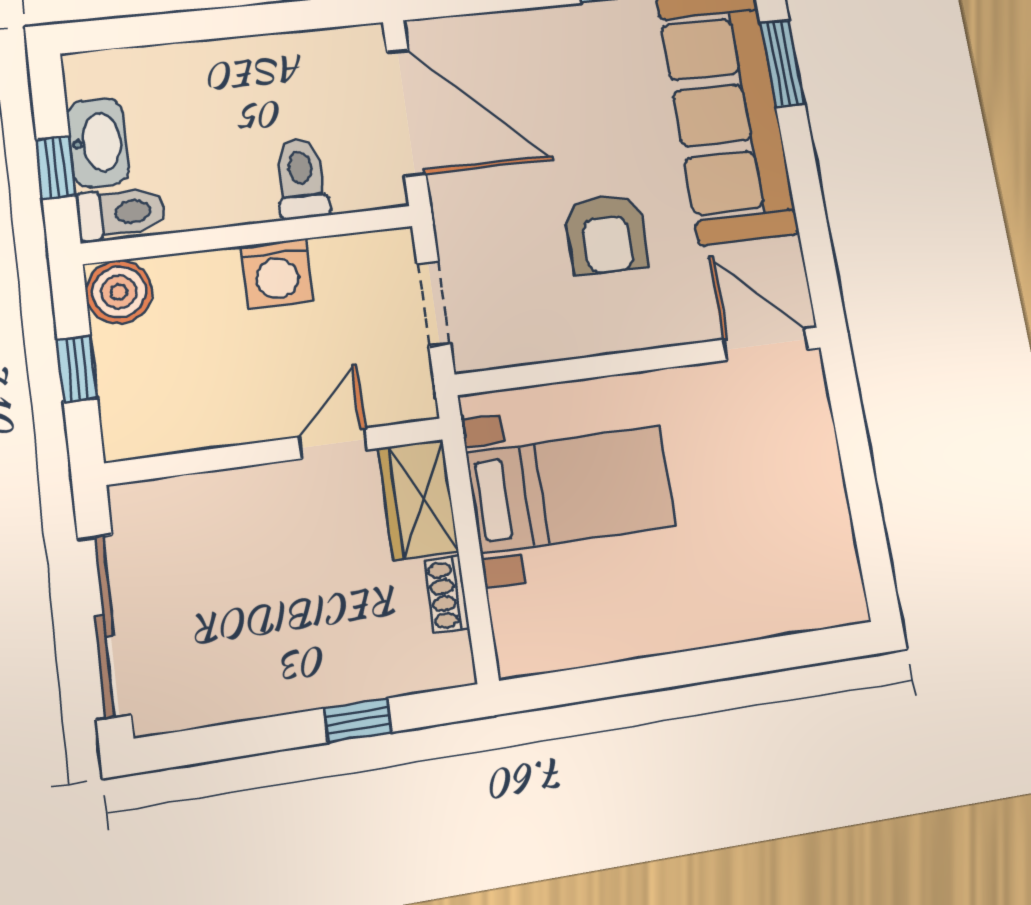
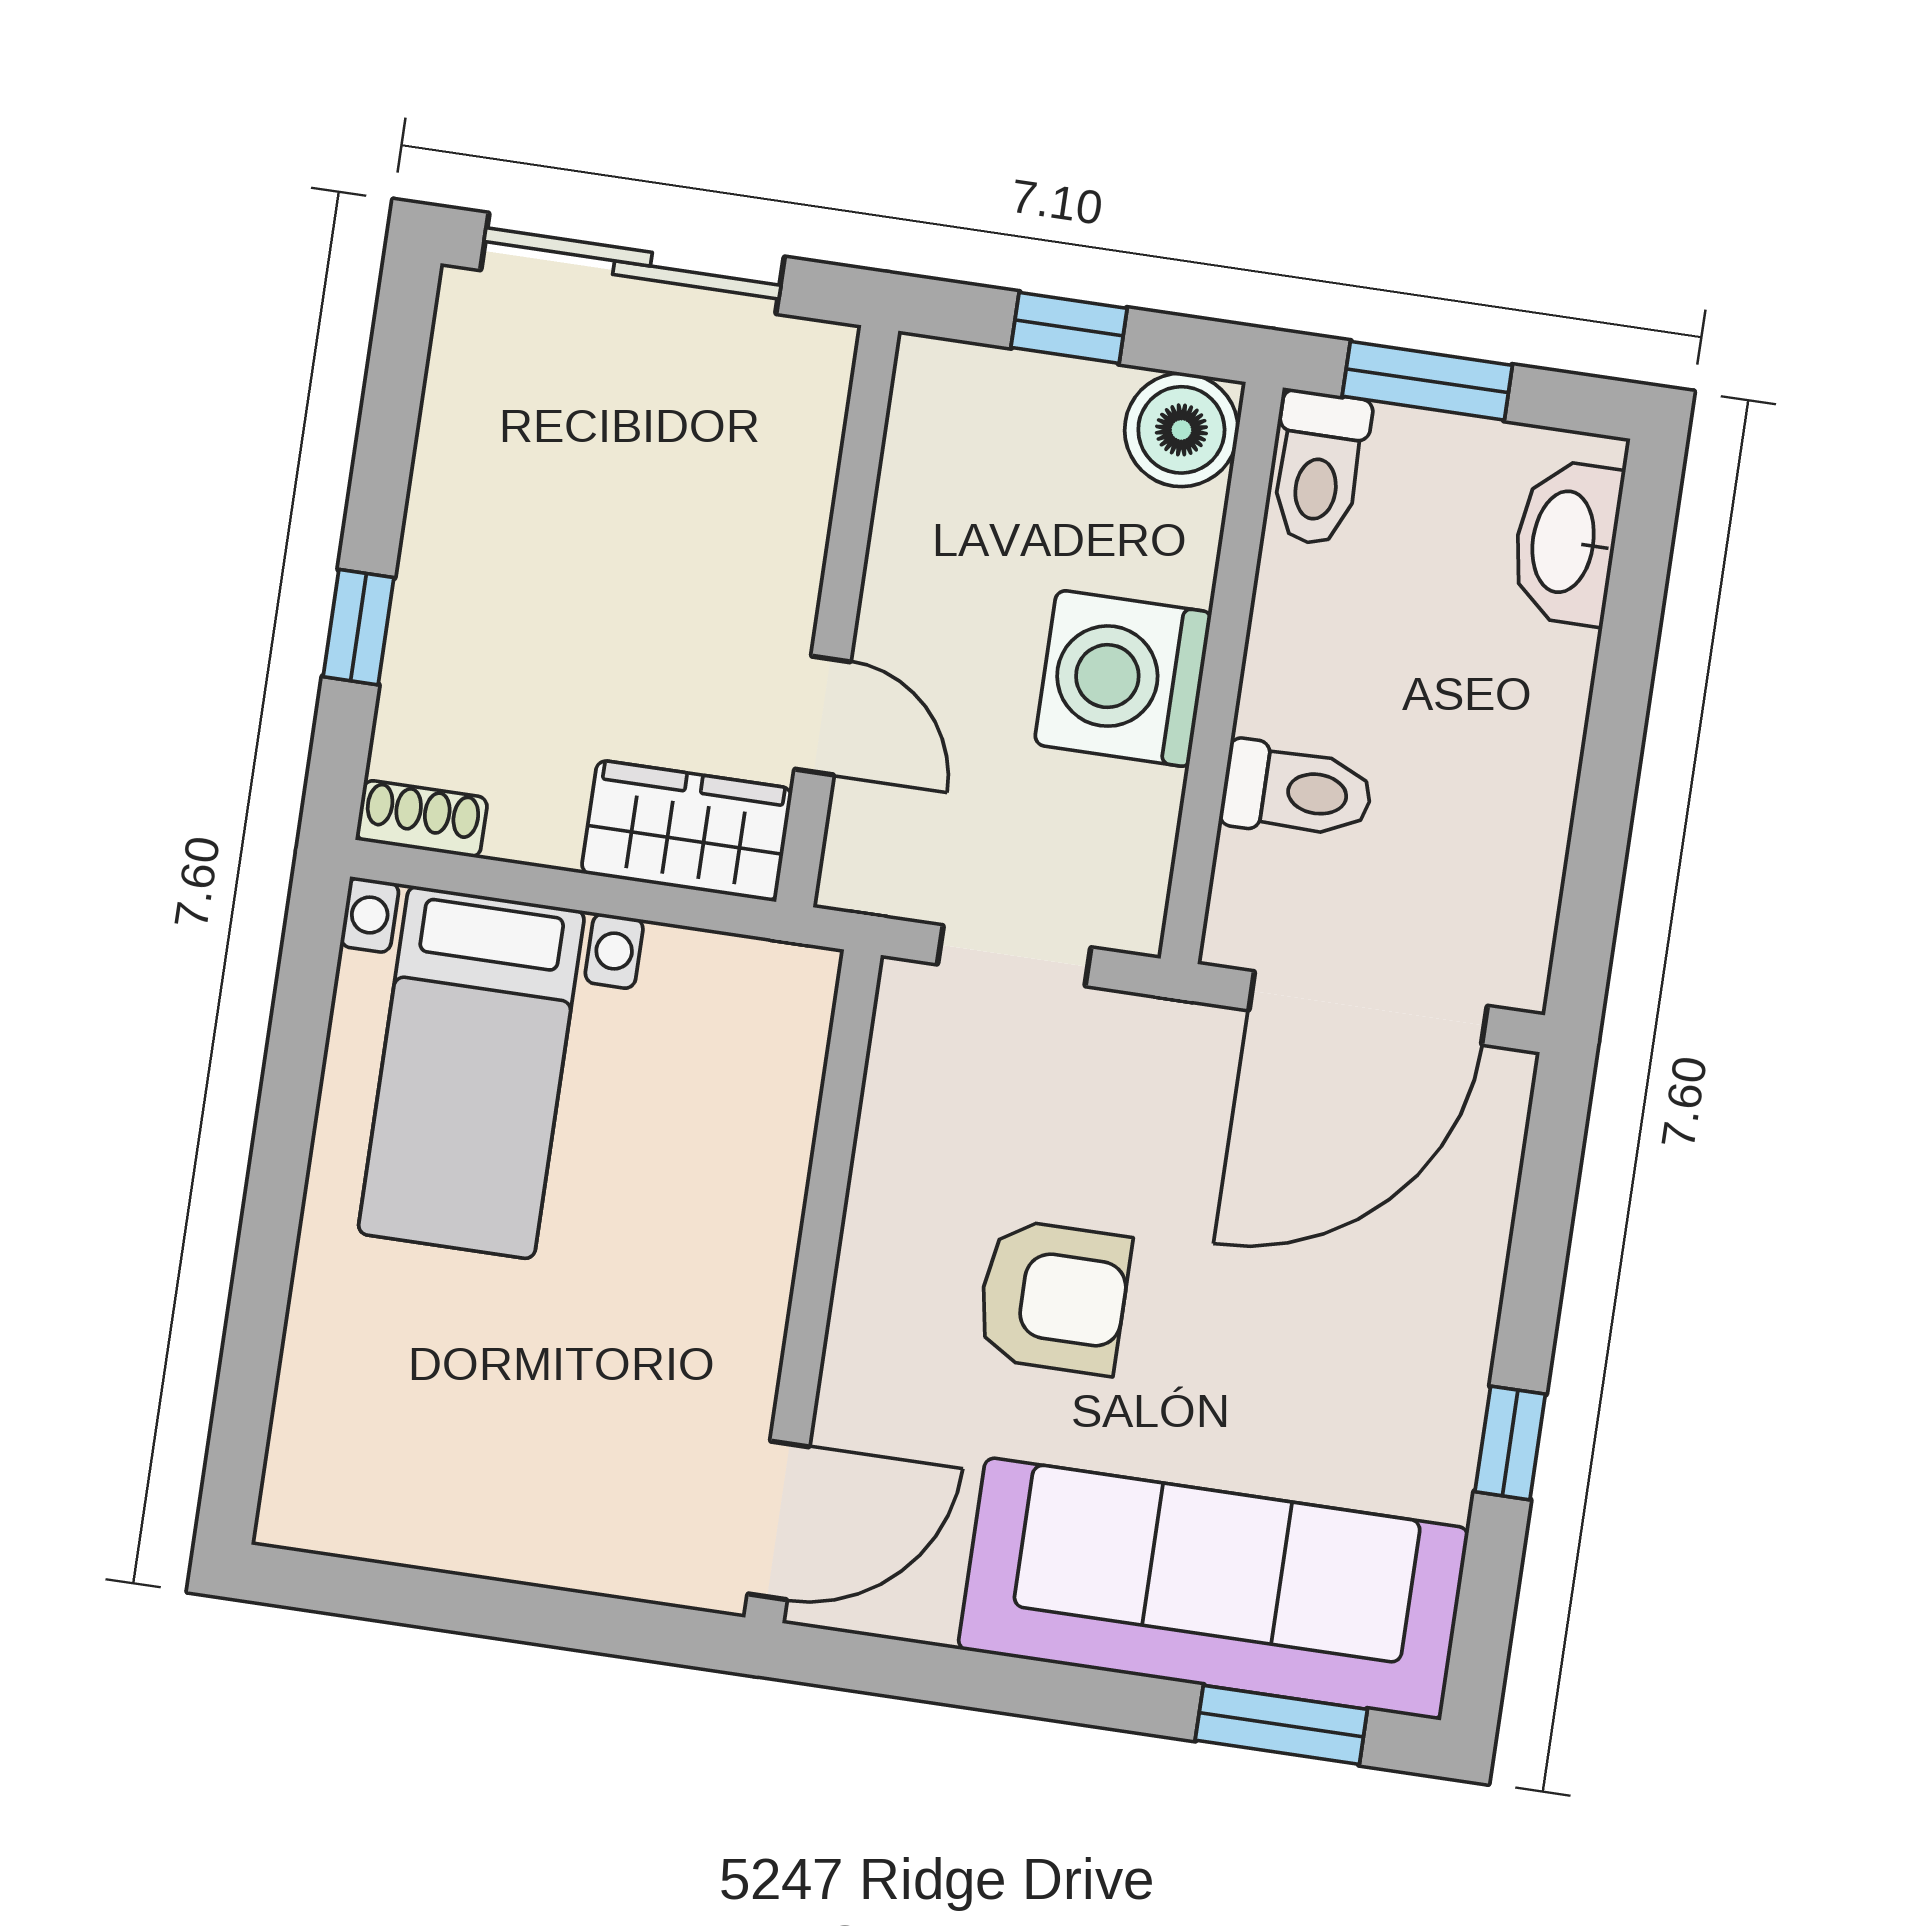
washbasin: (98, 142) -> (1566, 542), moved, turned 90
window: (56, 168) -> (1427, 381), width x1.50
armchair: (606, 234) -> (1053, 1297), turned 180
washing machine: (277, 273) -> (1123, 678), width x1.37, depth x1.37
bed with nightstands: (571, 489) -> (471, 1072), moved
shoe rack: (447, 595) -> (422, 819), moved

